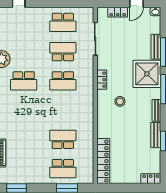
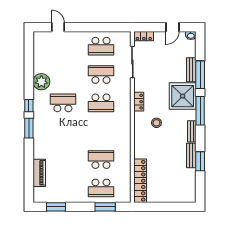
locker: (118, 12) -> (144, 36), moved
school desk: (24, 81) -> (63, 103), turned 180
locker: (151, 179) -> (186, 198), removed

